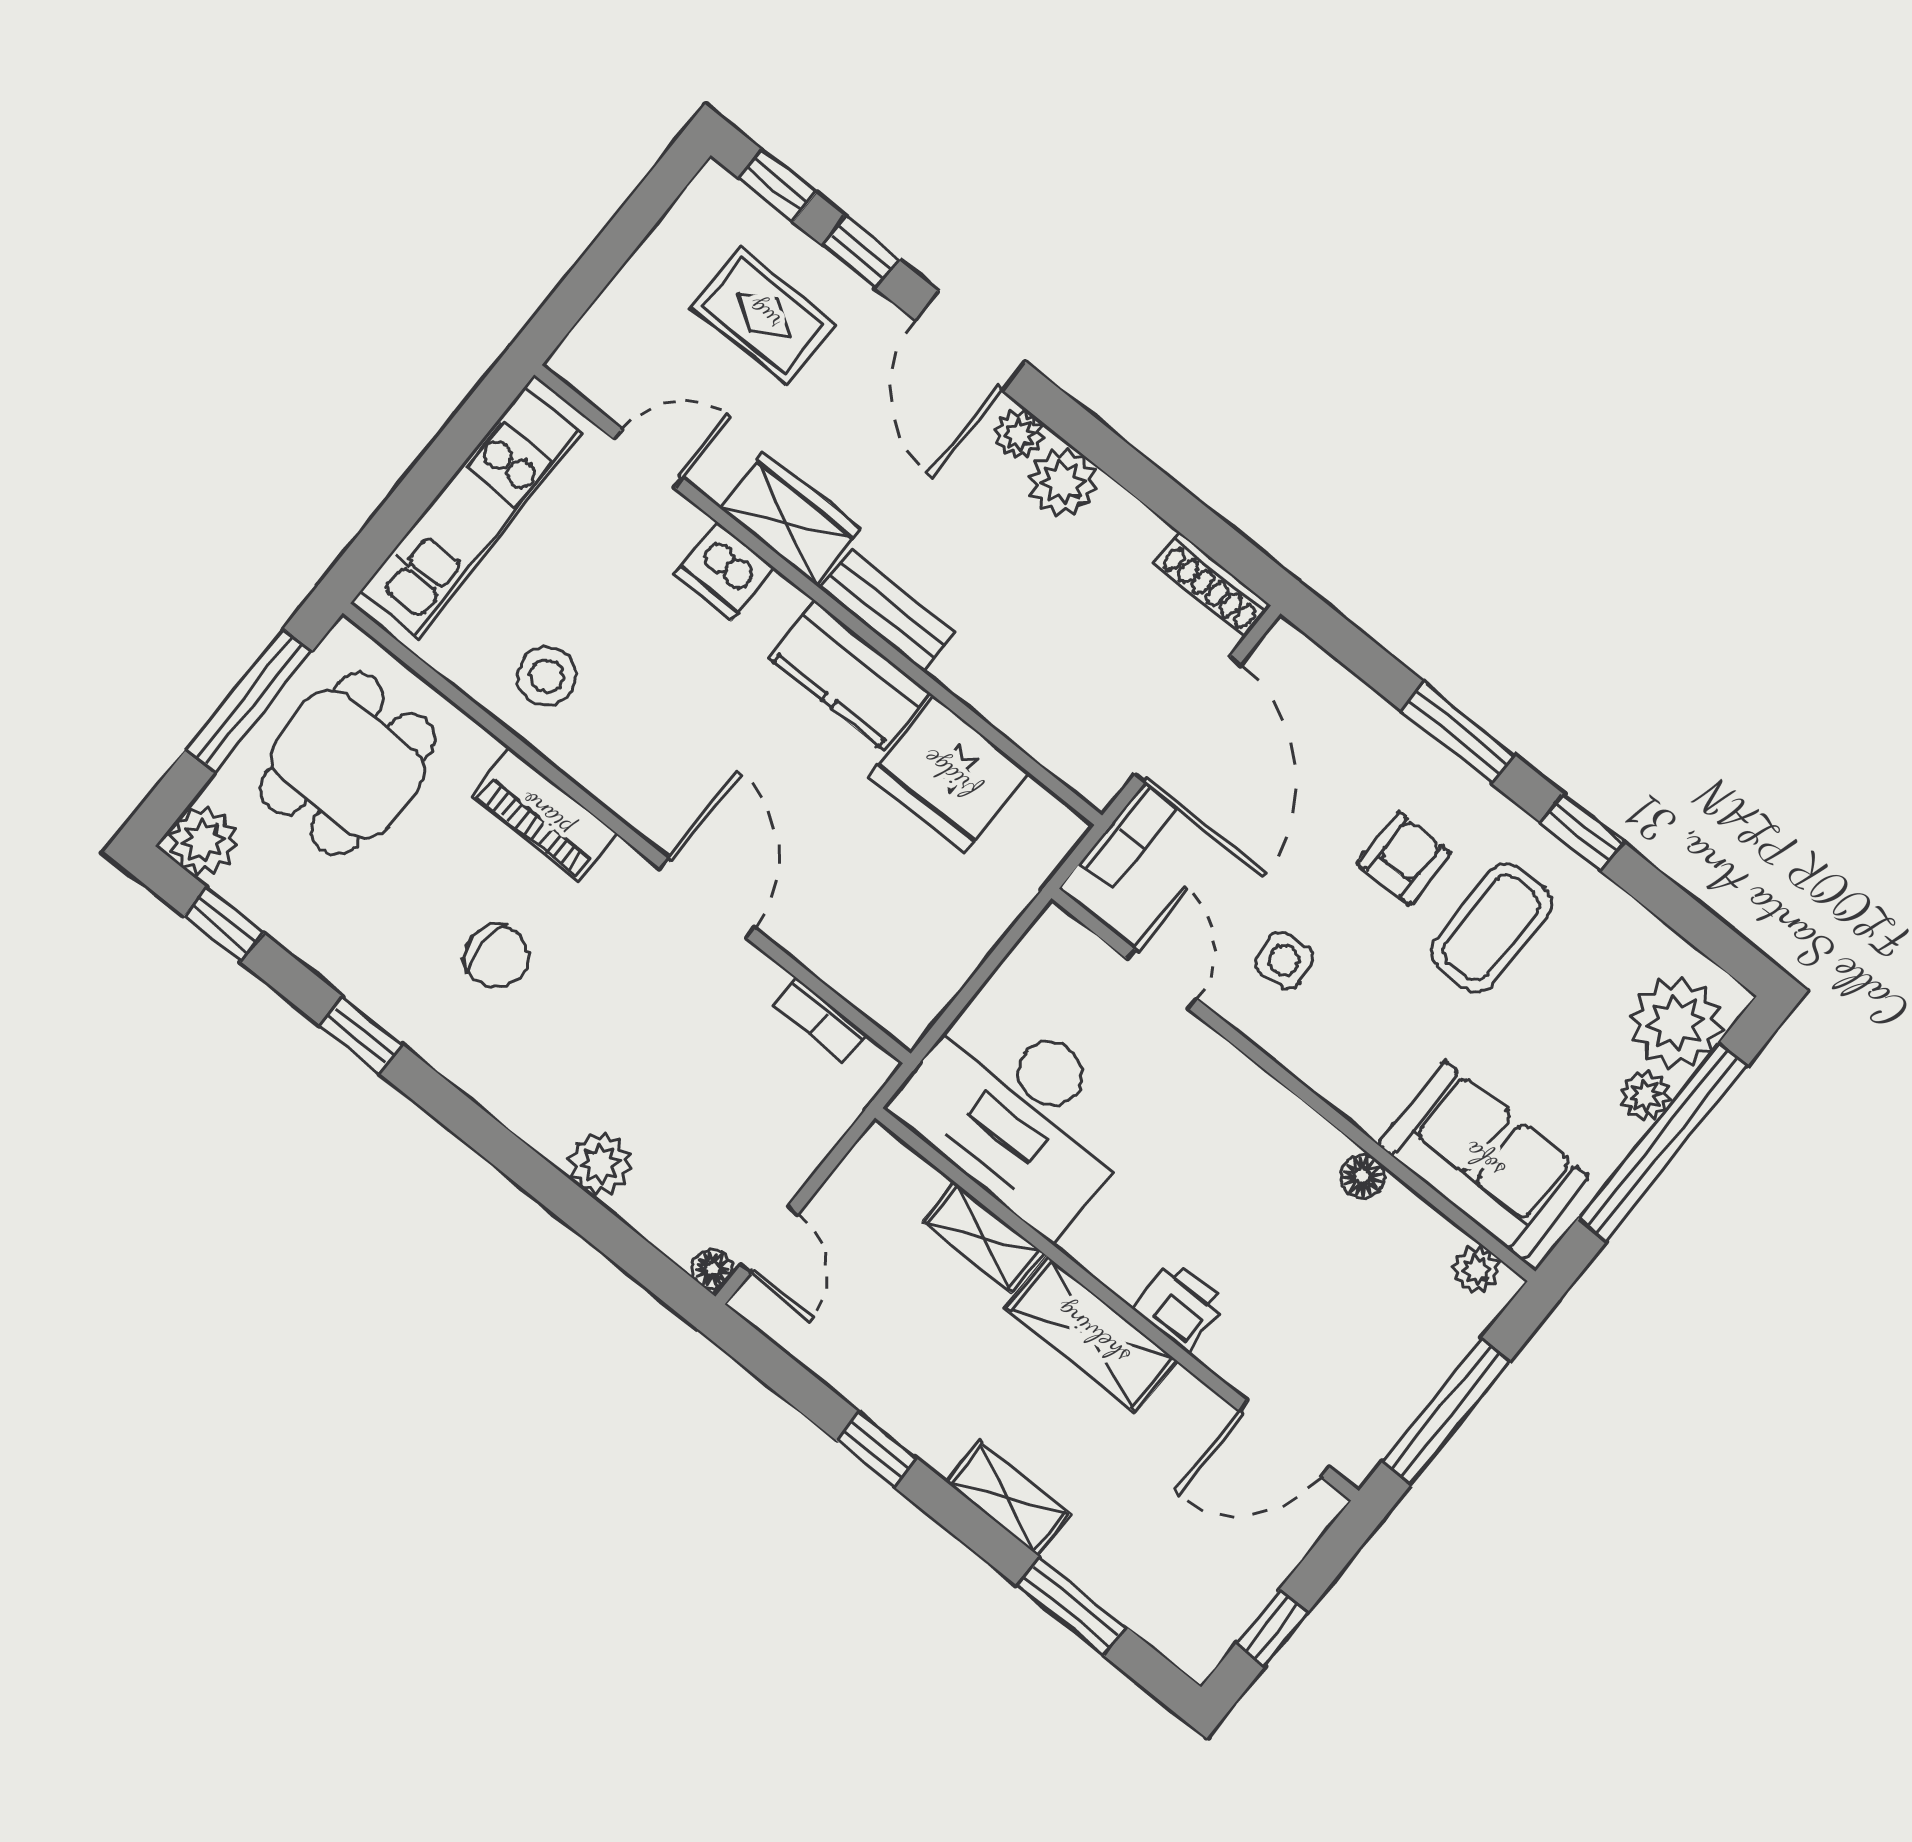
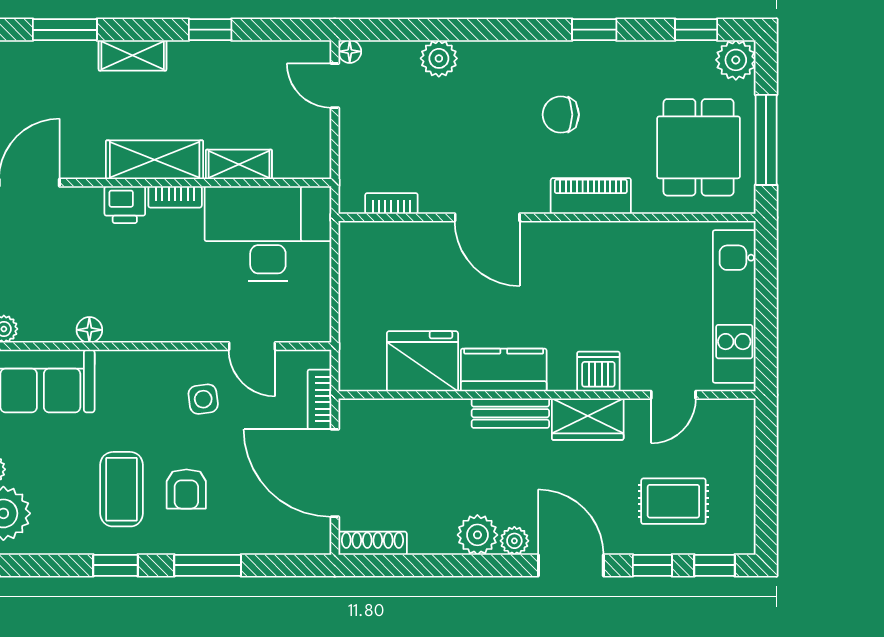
stool: (547, 676) -> (640, 259), removed
bookcase: (1104, 1262) -> (175, 197), added

